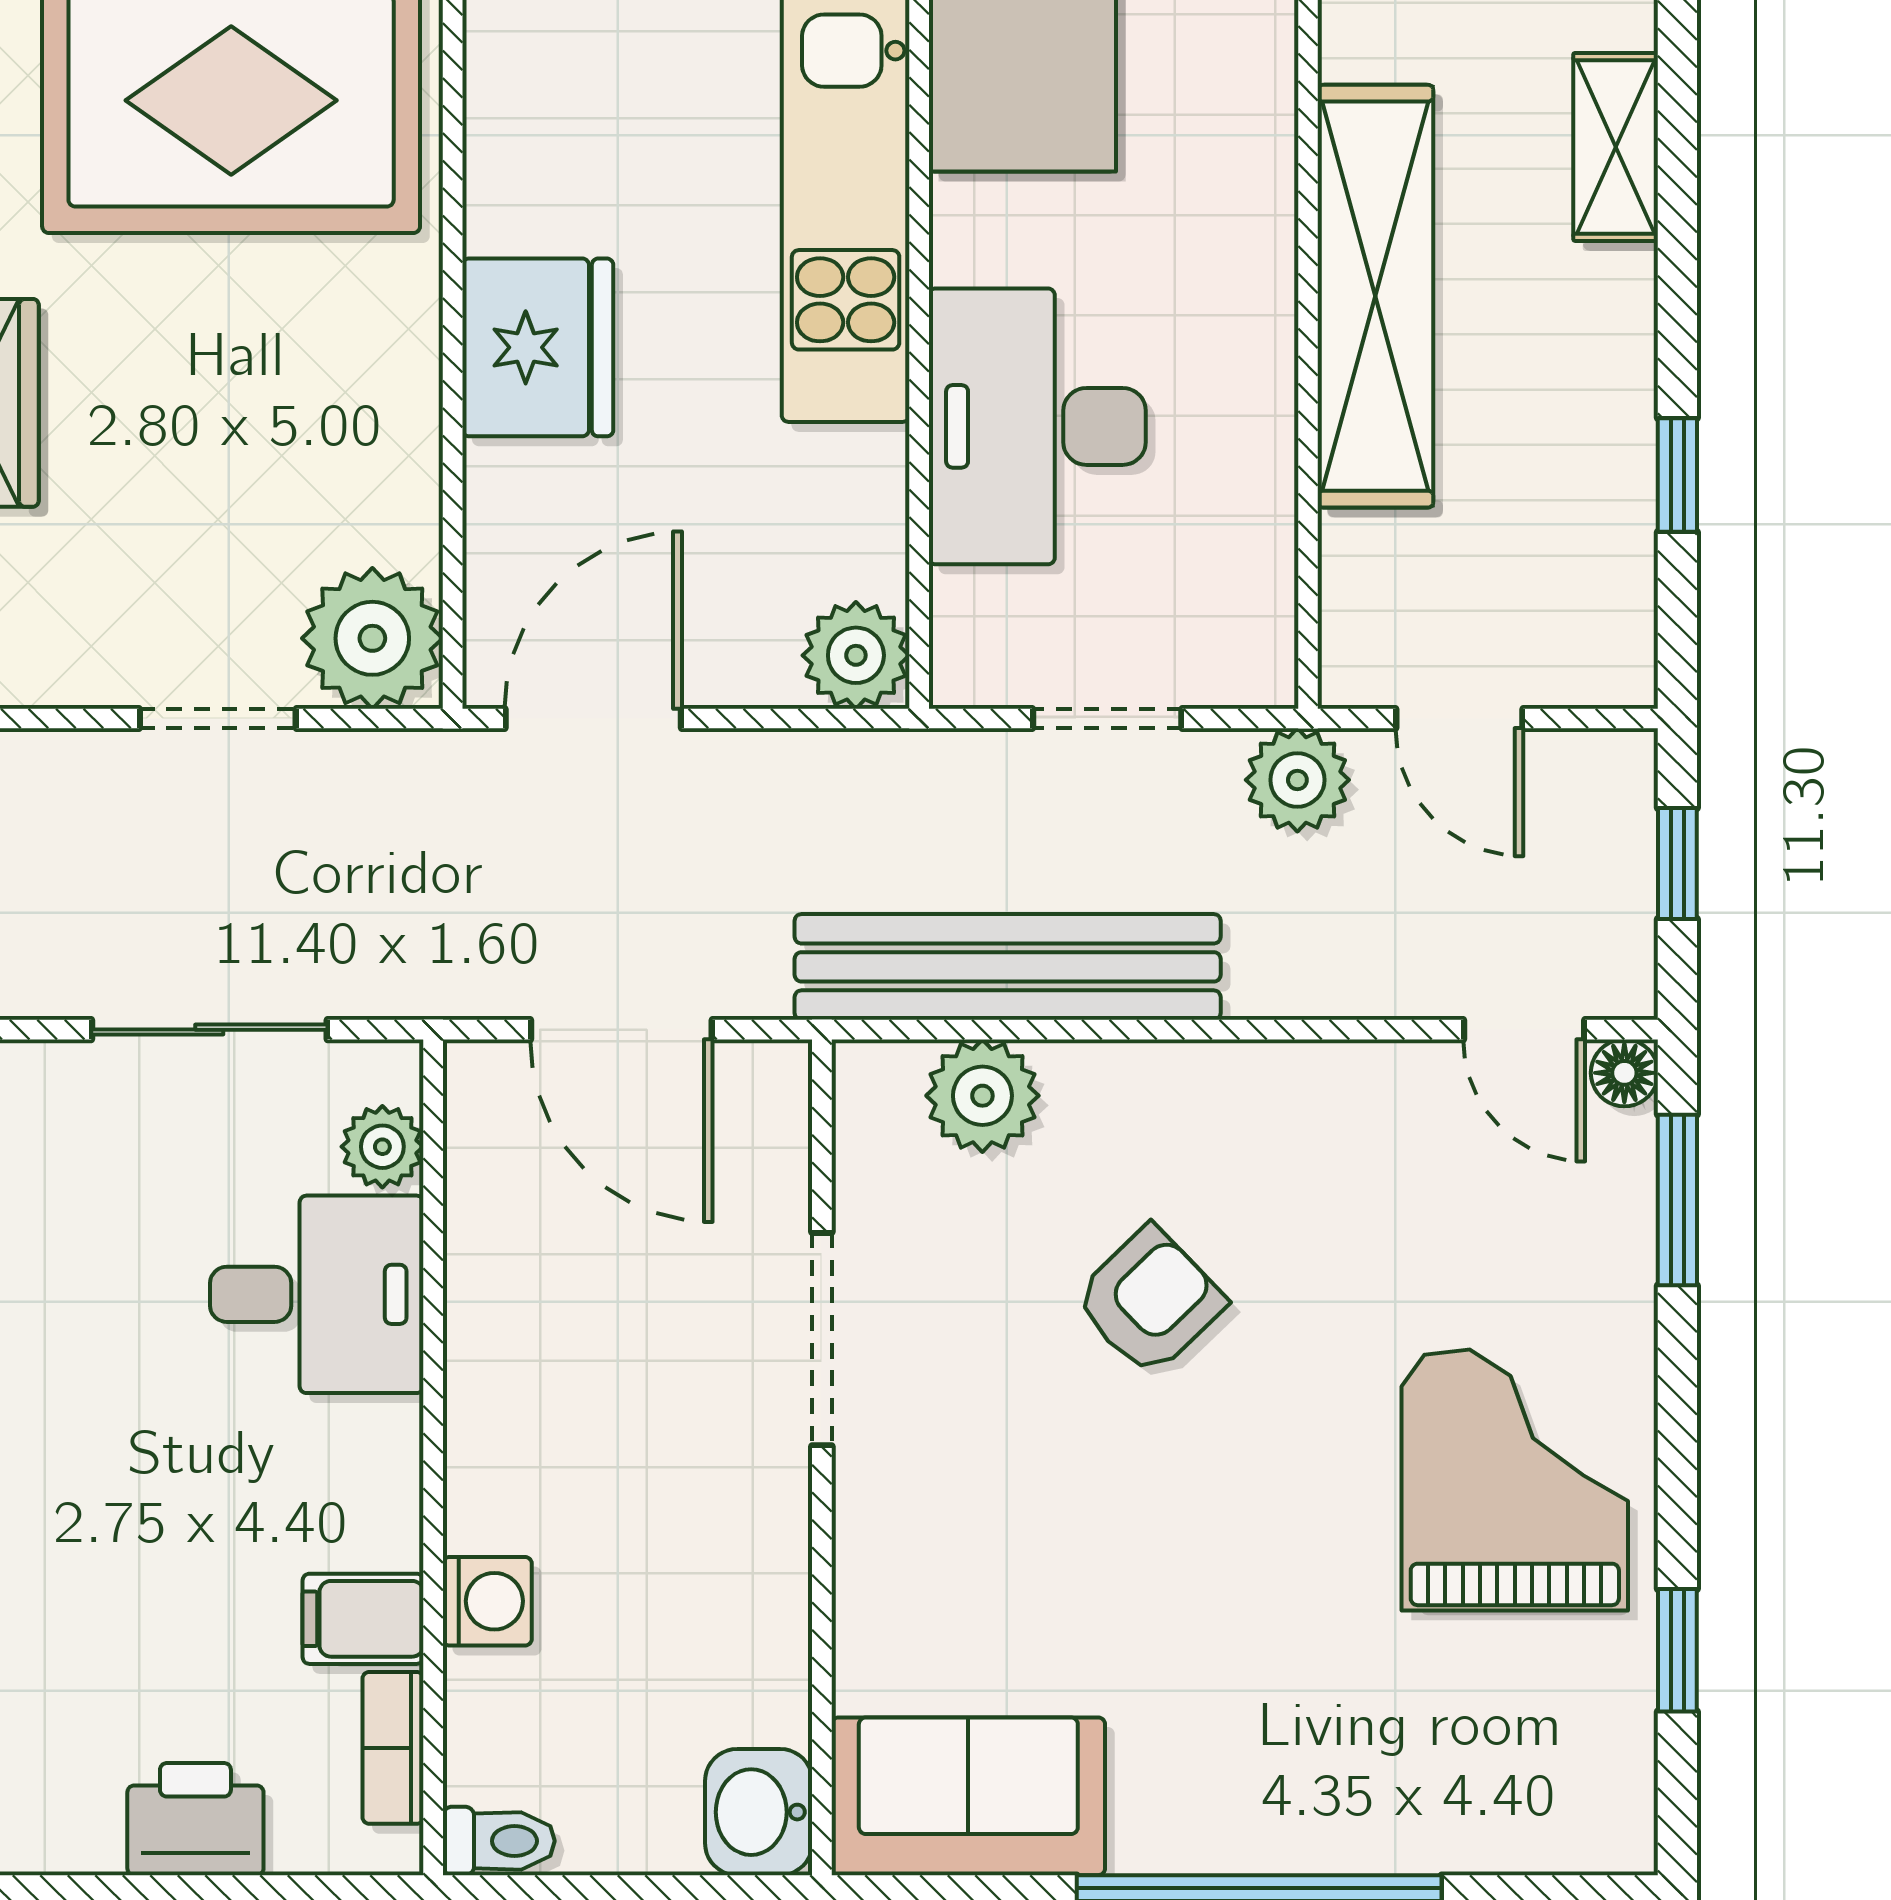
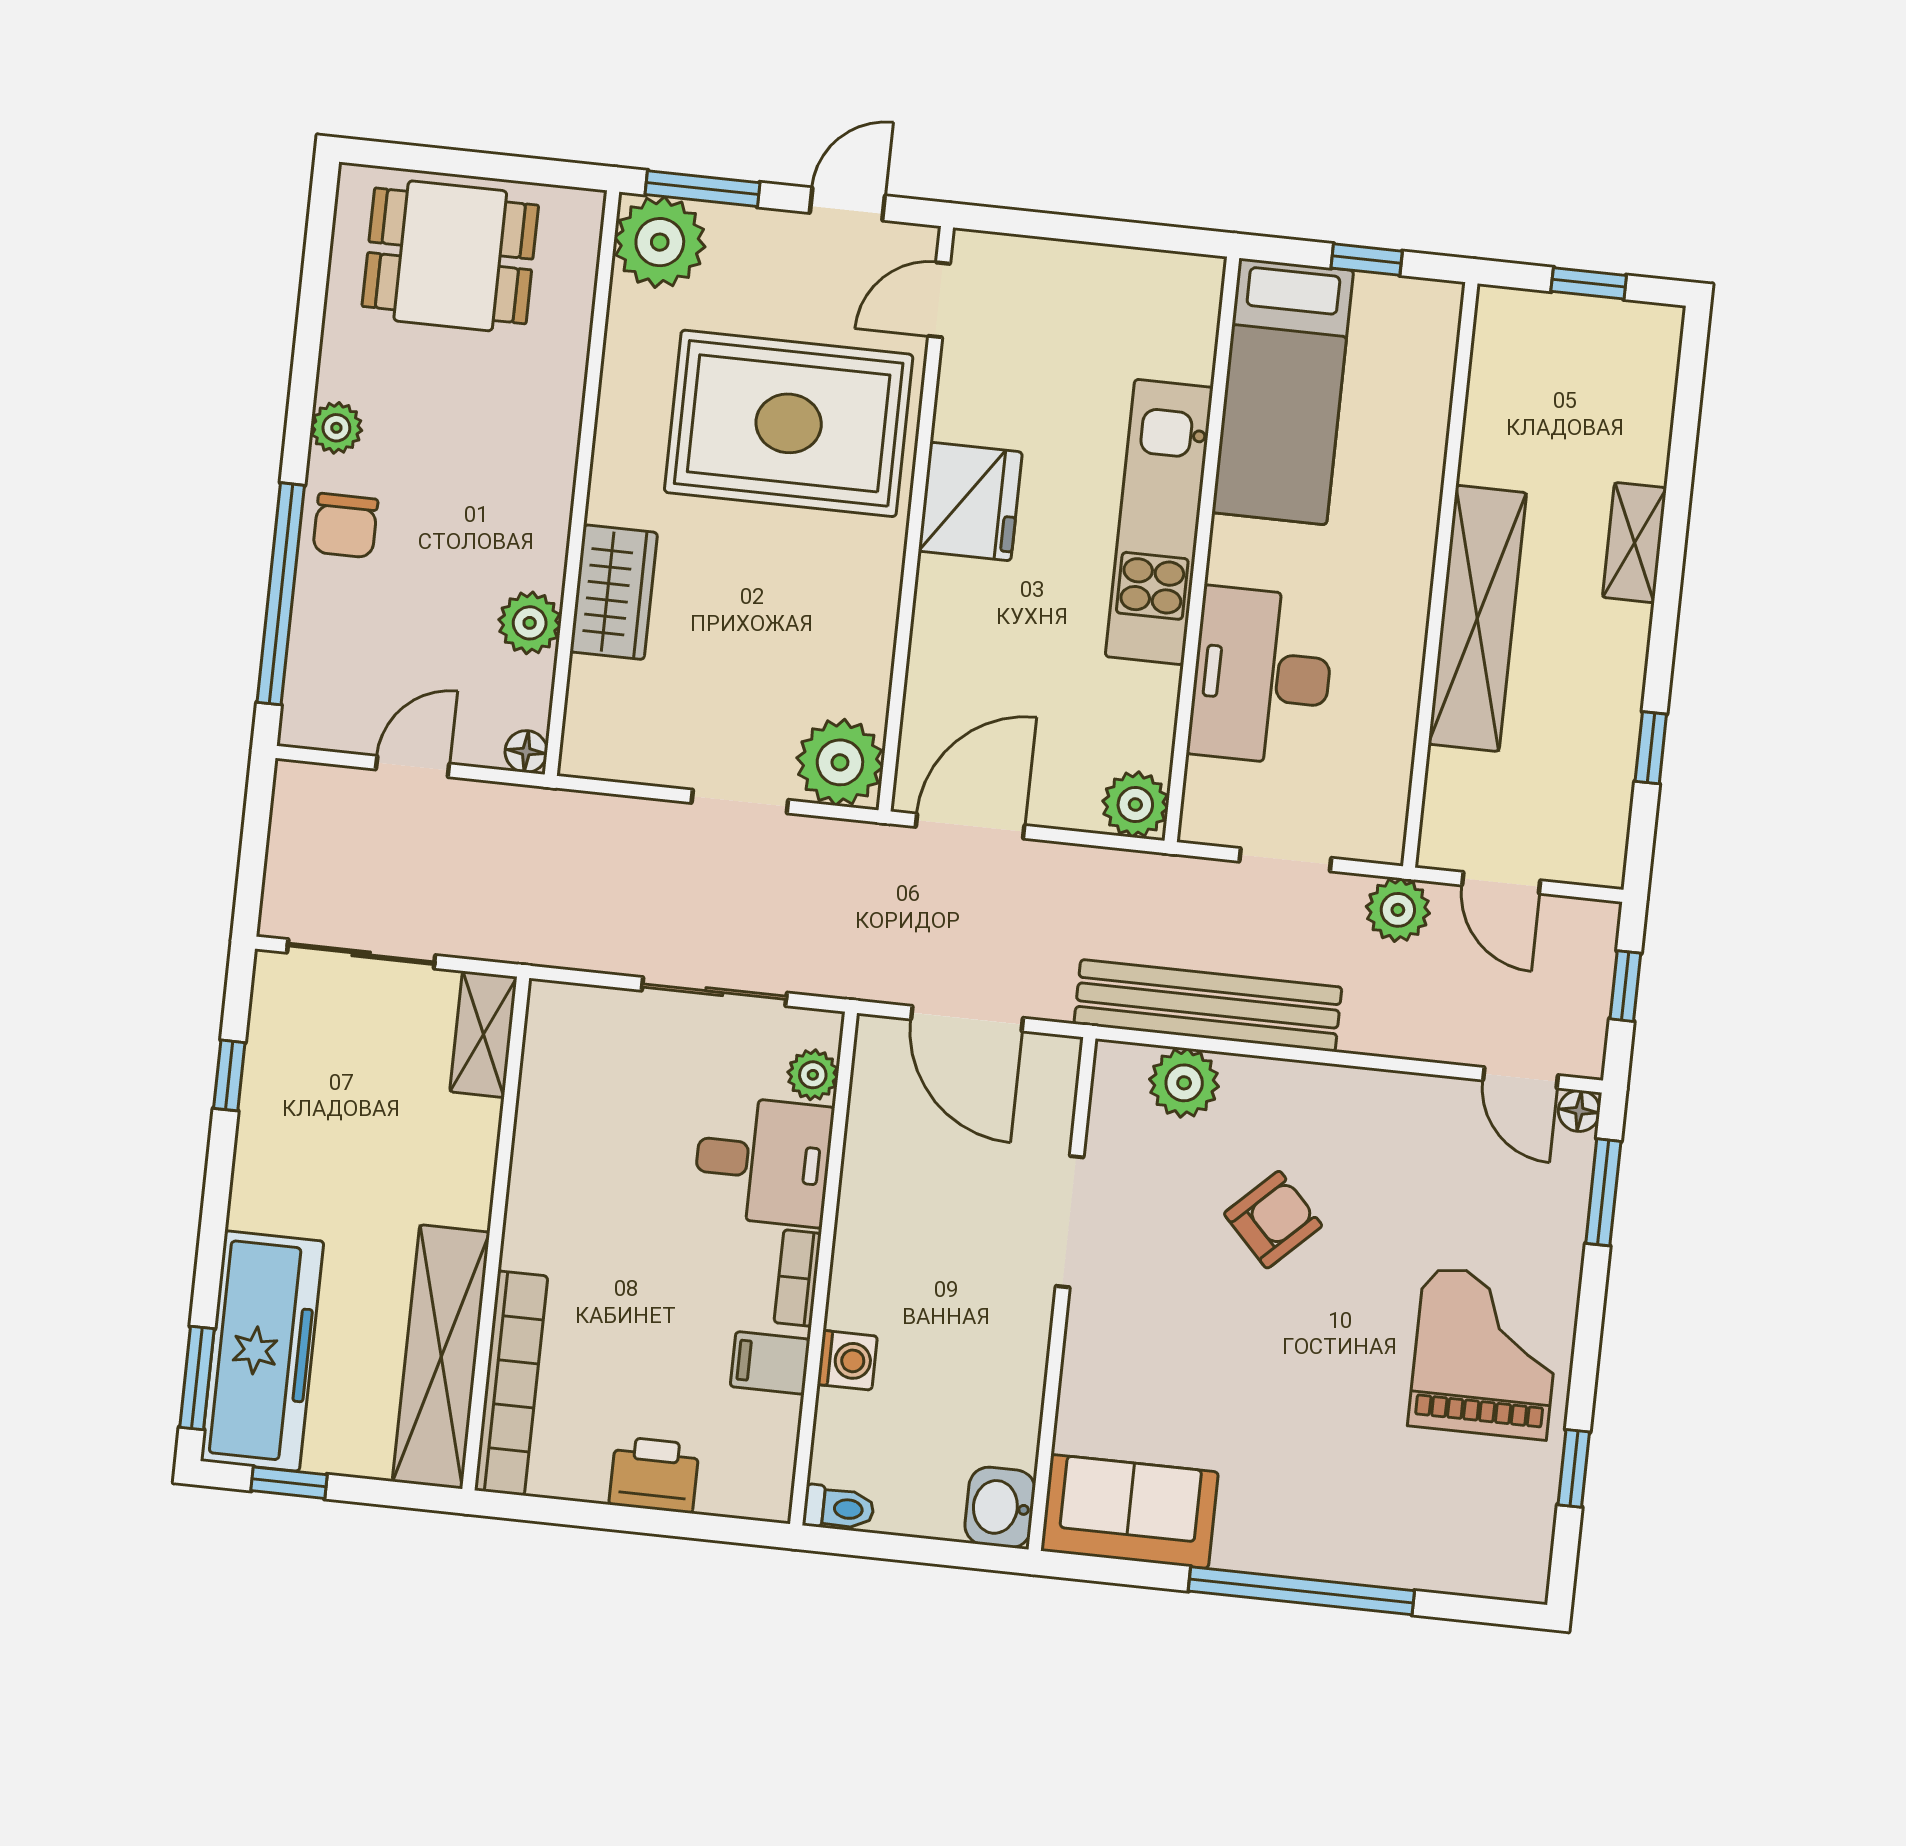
fridge: (538, 347) -> (970, 502), moved
bookcase: (393, 1748) -> (798, 1278), moved

